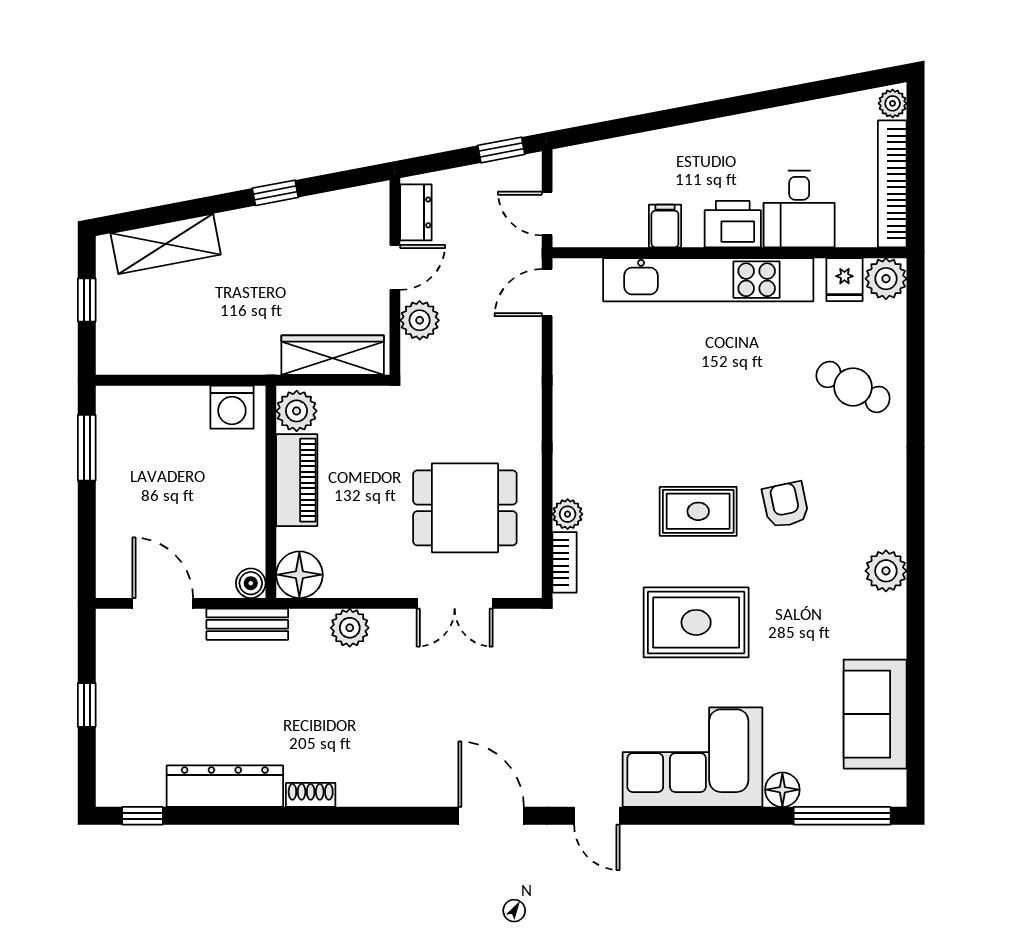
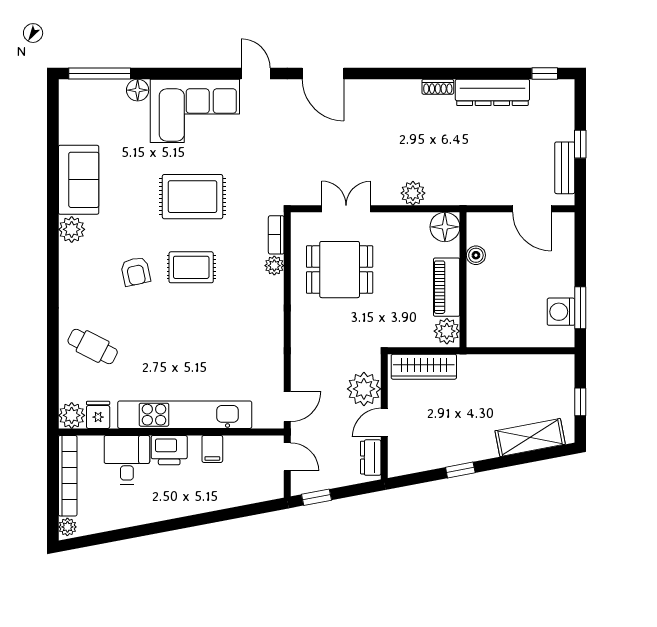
plant: (420, 320) -> (364, 389), width x1.36, depth x1.36
washing machine: (232, 407) -> (561, 312), moved, turned -90
boiler: (251, 583) -> (476, 255), moved
bench: (247, 624) -> (565, 168), moved, turned 90
sofa: (875, 714) -> (79, 180), moved

